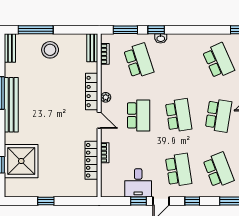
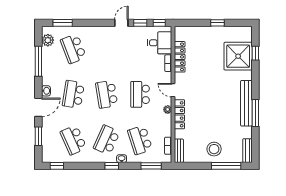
window: (156, 30) -> (112, 166), moved
school desk: (179, 170) -> (107, 140), moved, turned 33
desk: (138, 183) -> (160, 43), moved, turned 90
window: (192, 201) -> (159, 23), moved

